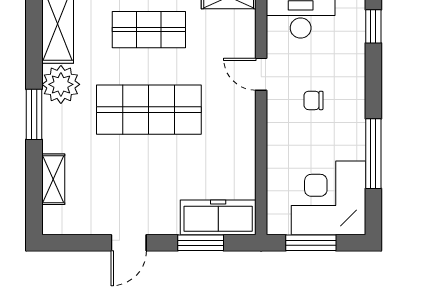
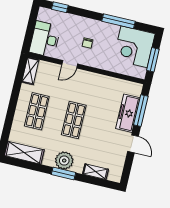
plant: (61, 84) -> (64, 161), moved
shop shelf: (149, 110) -> (74, 120), width x0.70, depth x0.74
freezer: (218, 217) -> (128, 113), moved
window: (201, 243) -> (141, 111), width x1.44

